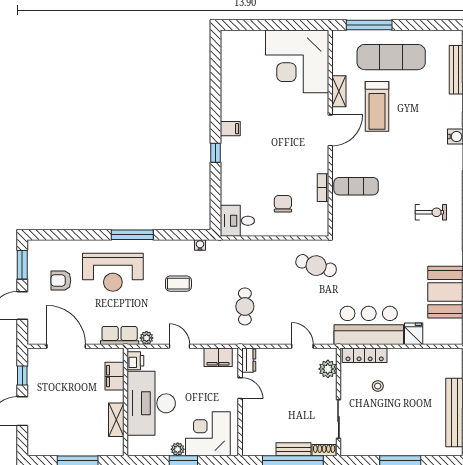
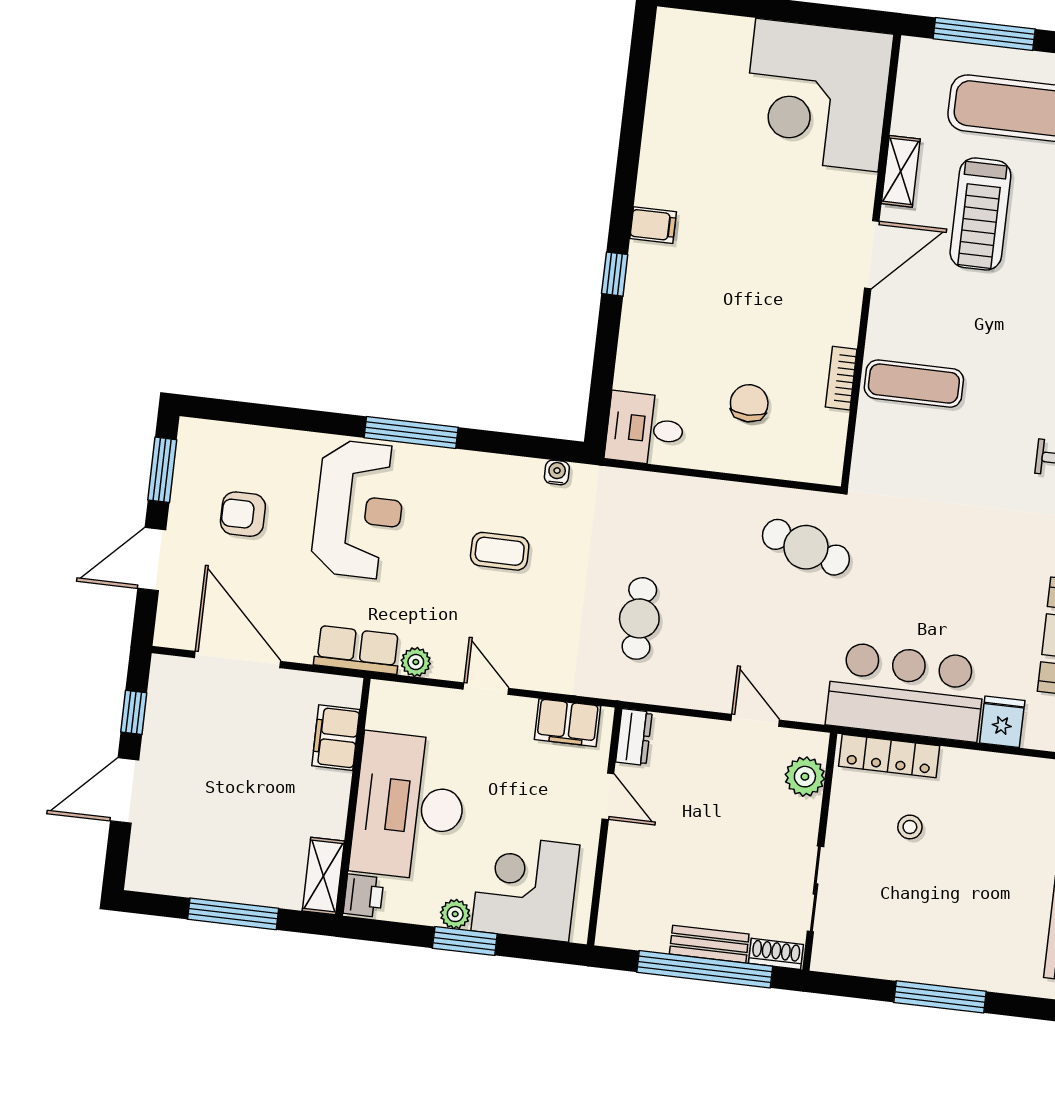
reception desk: (113, 272) -> (359, 510), turned -90
printer: (135, 361) -> (363, 896), moved
shelving: (116, 420) -> (323, 876), moved

